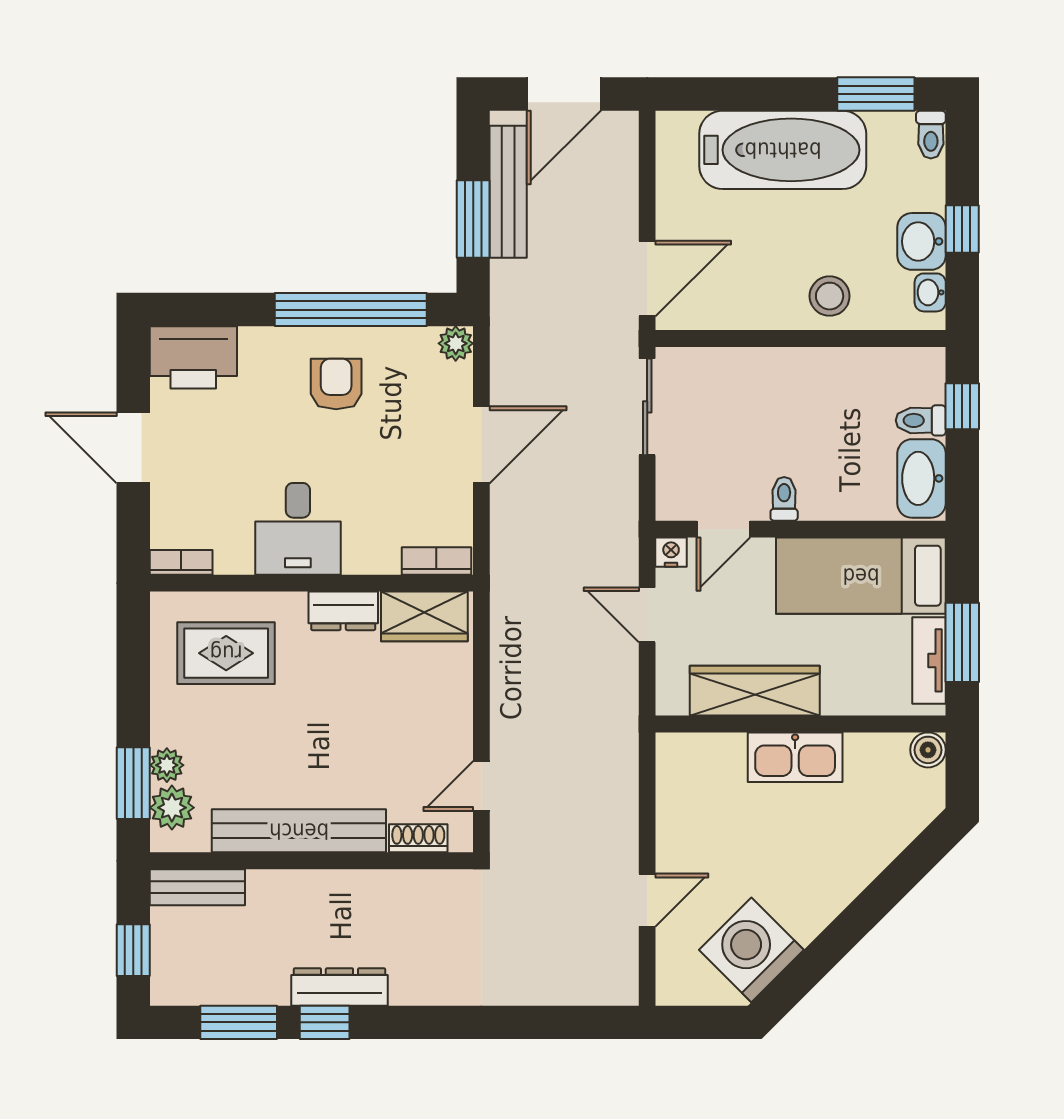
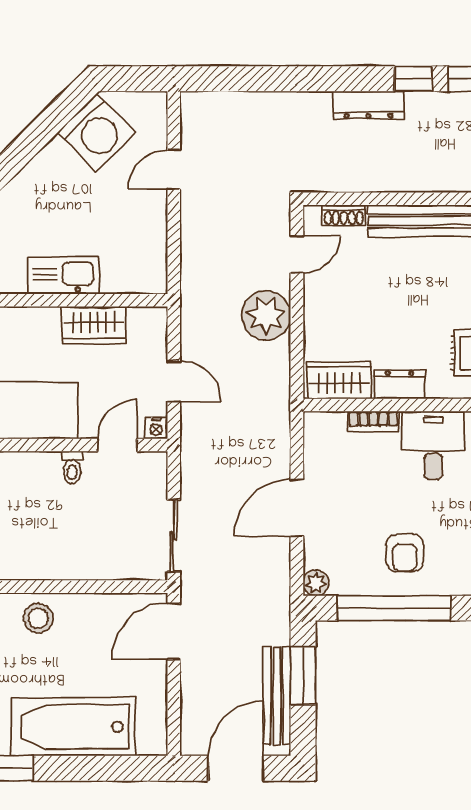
bookcase: (436, 561) -> (373, 421), moved
wardrobe: (755, 691) -> (94, 325), width x0.67
plant: (523, 704) -> (266, 316), added
dresser: (339, 987) -> (368, 105), moved

